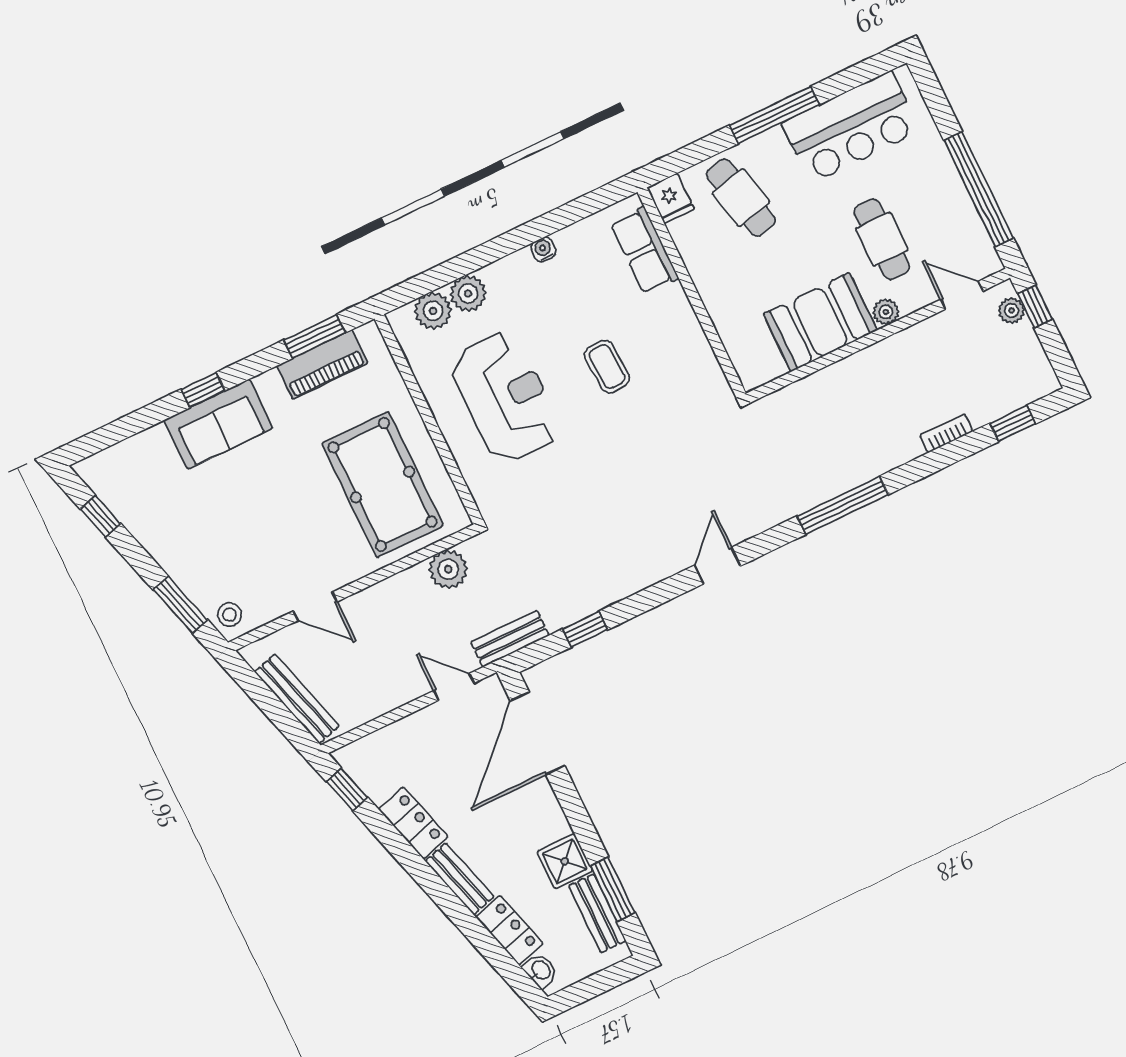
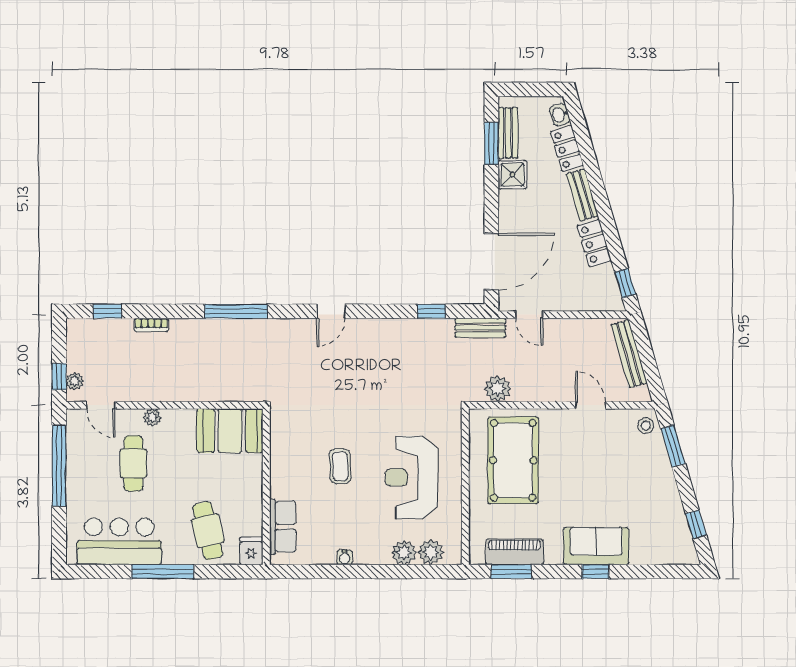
booth: (820, 322) -> (230, 431), moved

